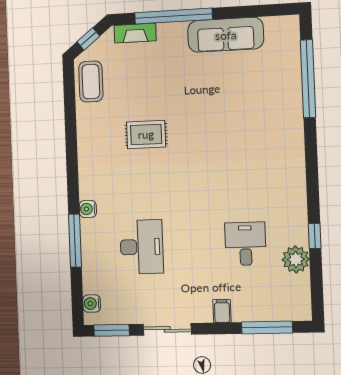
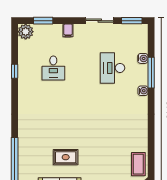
rug: (146, 134) -> (66, 157), moved
plant: (296, 259) -> (26, 32), moved
water cooler: (92, 303) -> (143, 58), moved
window: (267, 327) -> (43, 21), width x0.69

